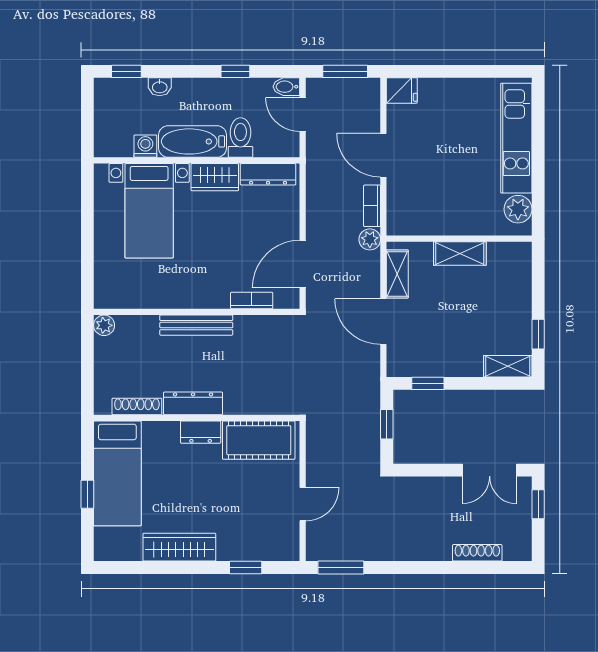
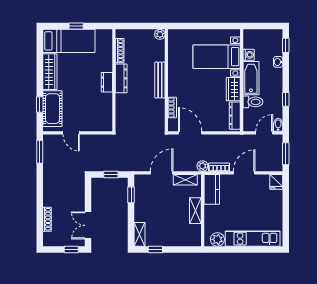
kitchen counter: (417, 220) -> (212, 189), added
cot: (259, 440) -> (52, 109), moved
bed: (117, 473) -> (69, 41), moved, turned 180

